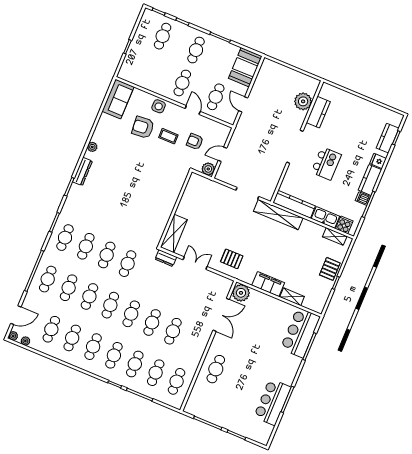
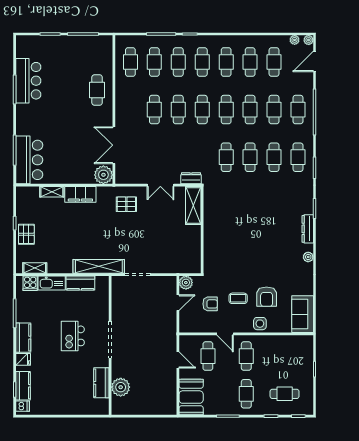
cafe table: (163, 36) -> (285, 394), turned 90
armchair: (143, 127) -> (267, 297), turned 95
dishwasher: (363, 199) -> (23, 406), moved
kitchen counter: (294, 204) -> (80, 283), width x0.67

